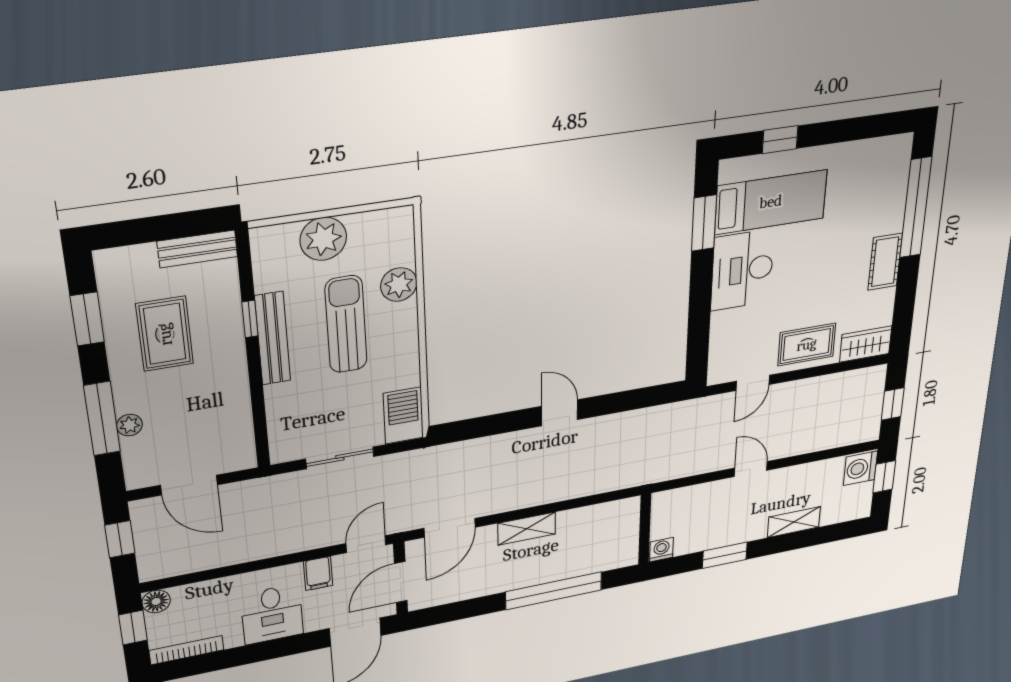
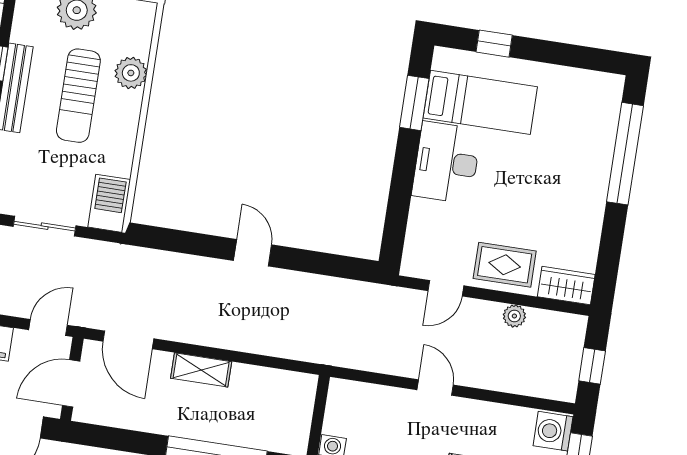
cot: (885, 262) -> (591, 201), removed
sun lounger: (346, 324) -> (78, 96), turned 180
plant: (819, 386) -> (514, 316), added
door: (450, 528) -> (128, 340), hinge flipped

